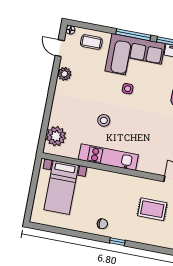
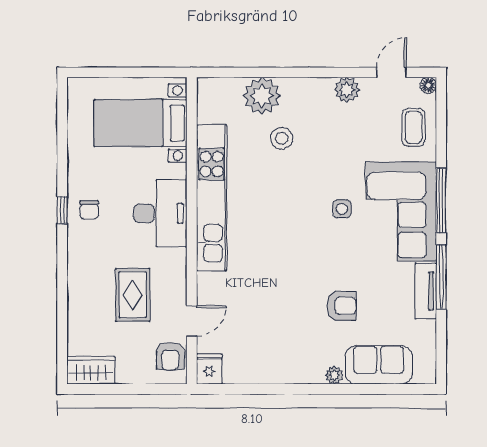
stool: (104, 120) -> (282, 138), moved
plant: (56, 136) -> (262, 96), moved
kitchen unit: (108, 157) -> (212, 198), width x1.36
desk: (111, 186) -> (160, 213), added
window: (117, 242) -> (62, 210), moved

